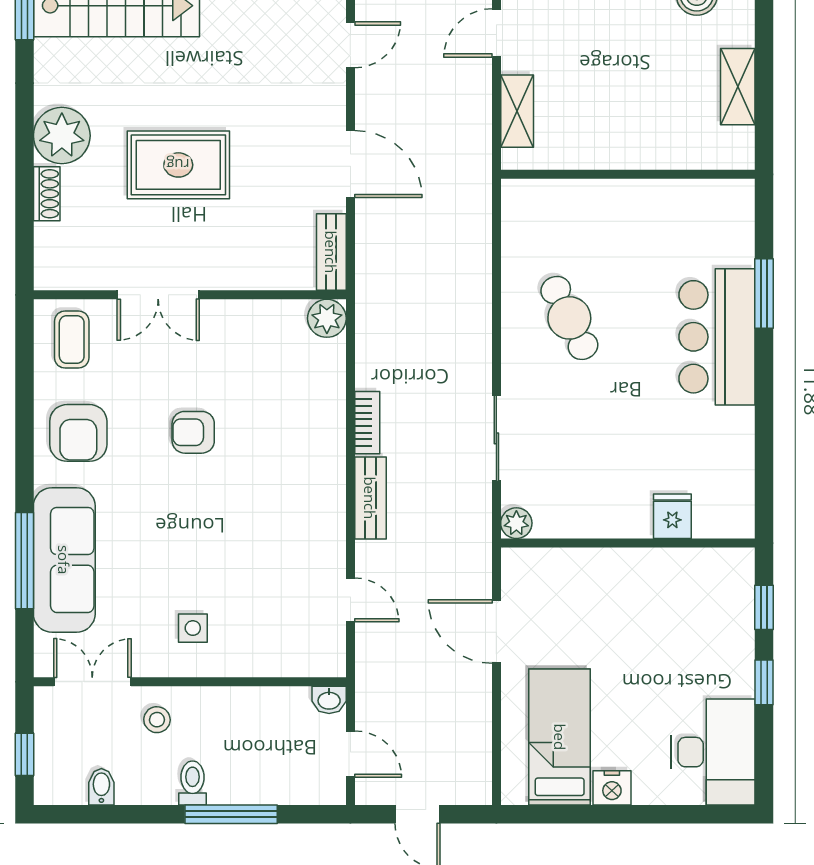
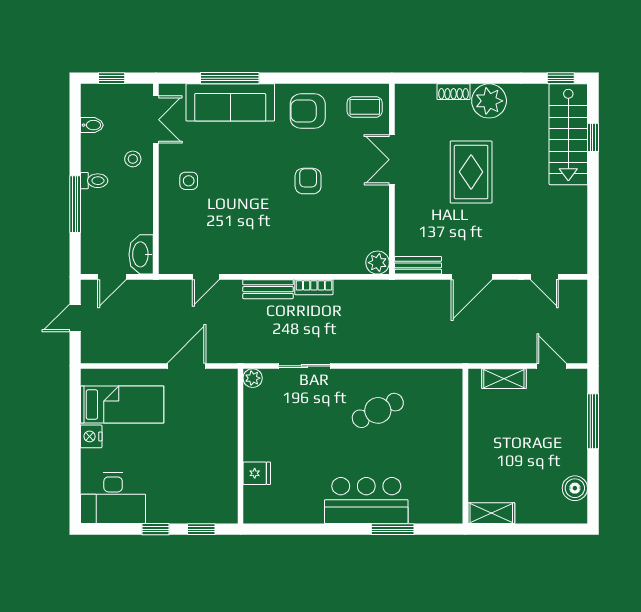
shelving: (738, 87) -> (491, 513), moved
washbasin: (329, 700) -> (141, 254), width x1.91, depth x1.45

